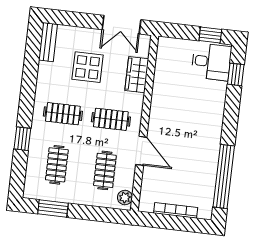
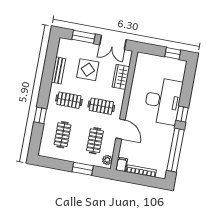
window: (78, 20) -> (84, 37), added
bench: (48, 42) -> (58, 70), moved
desk: (211, 62) -> (163, 101), moved, width x1.87, depth x1.30
window: (236, 74) -> (182, 114), moved
filing cabinet: (146, 203) -> (122, 164), added
window: (53, 208) -> (83, 169), moved

